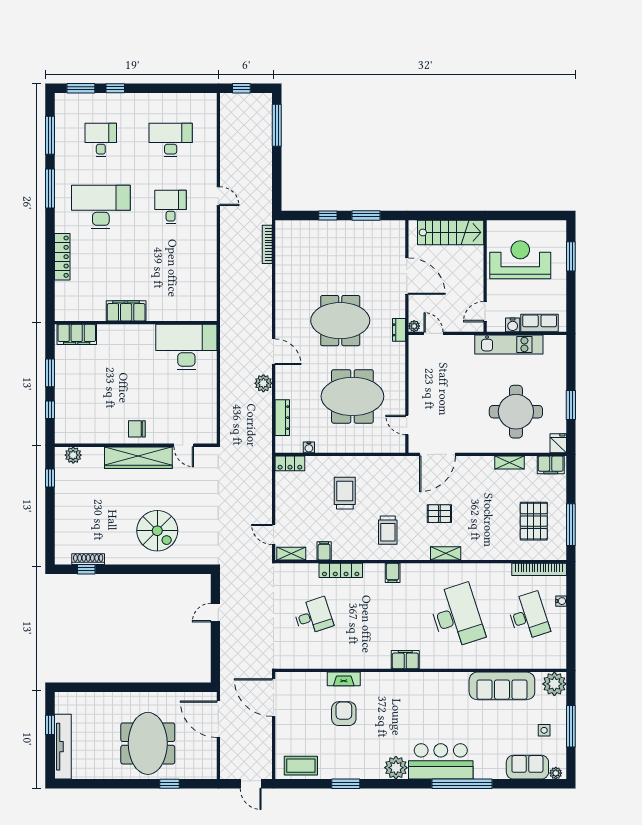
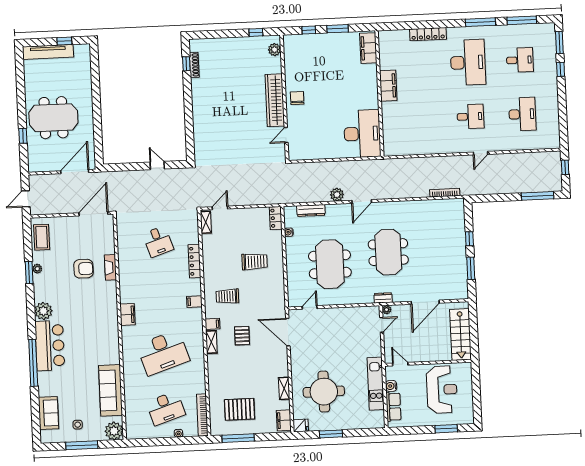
spiral stairs: (157, 531) -> (219, 117), removed
filing cabinet: (324, 551) -> (213, 324), moved
plant: (556, 773) -> (37, 269), moved

